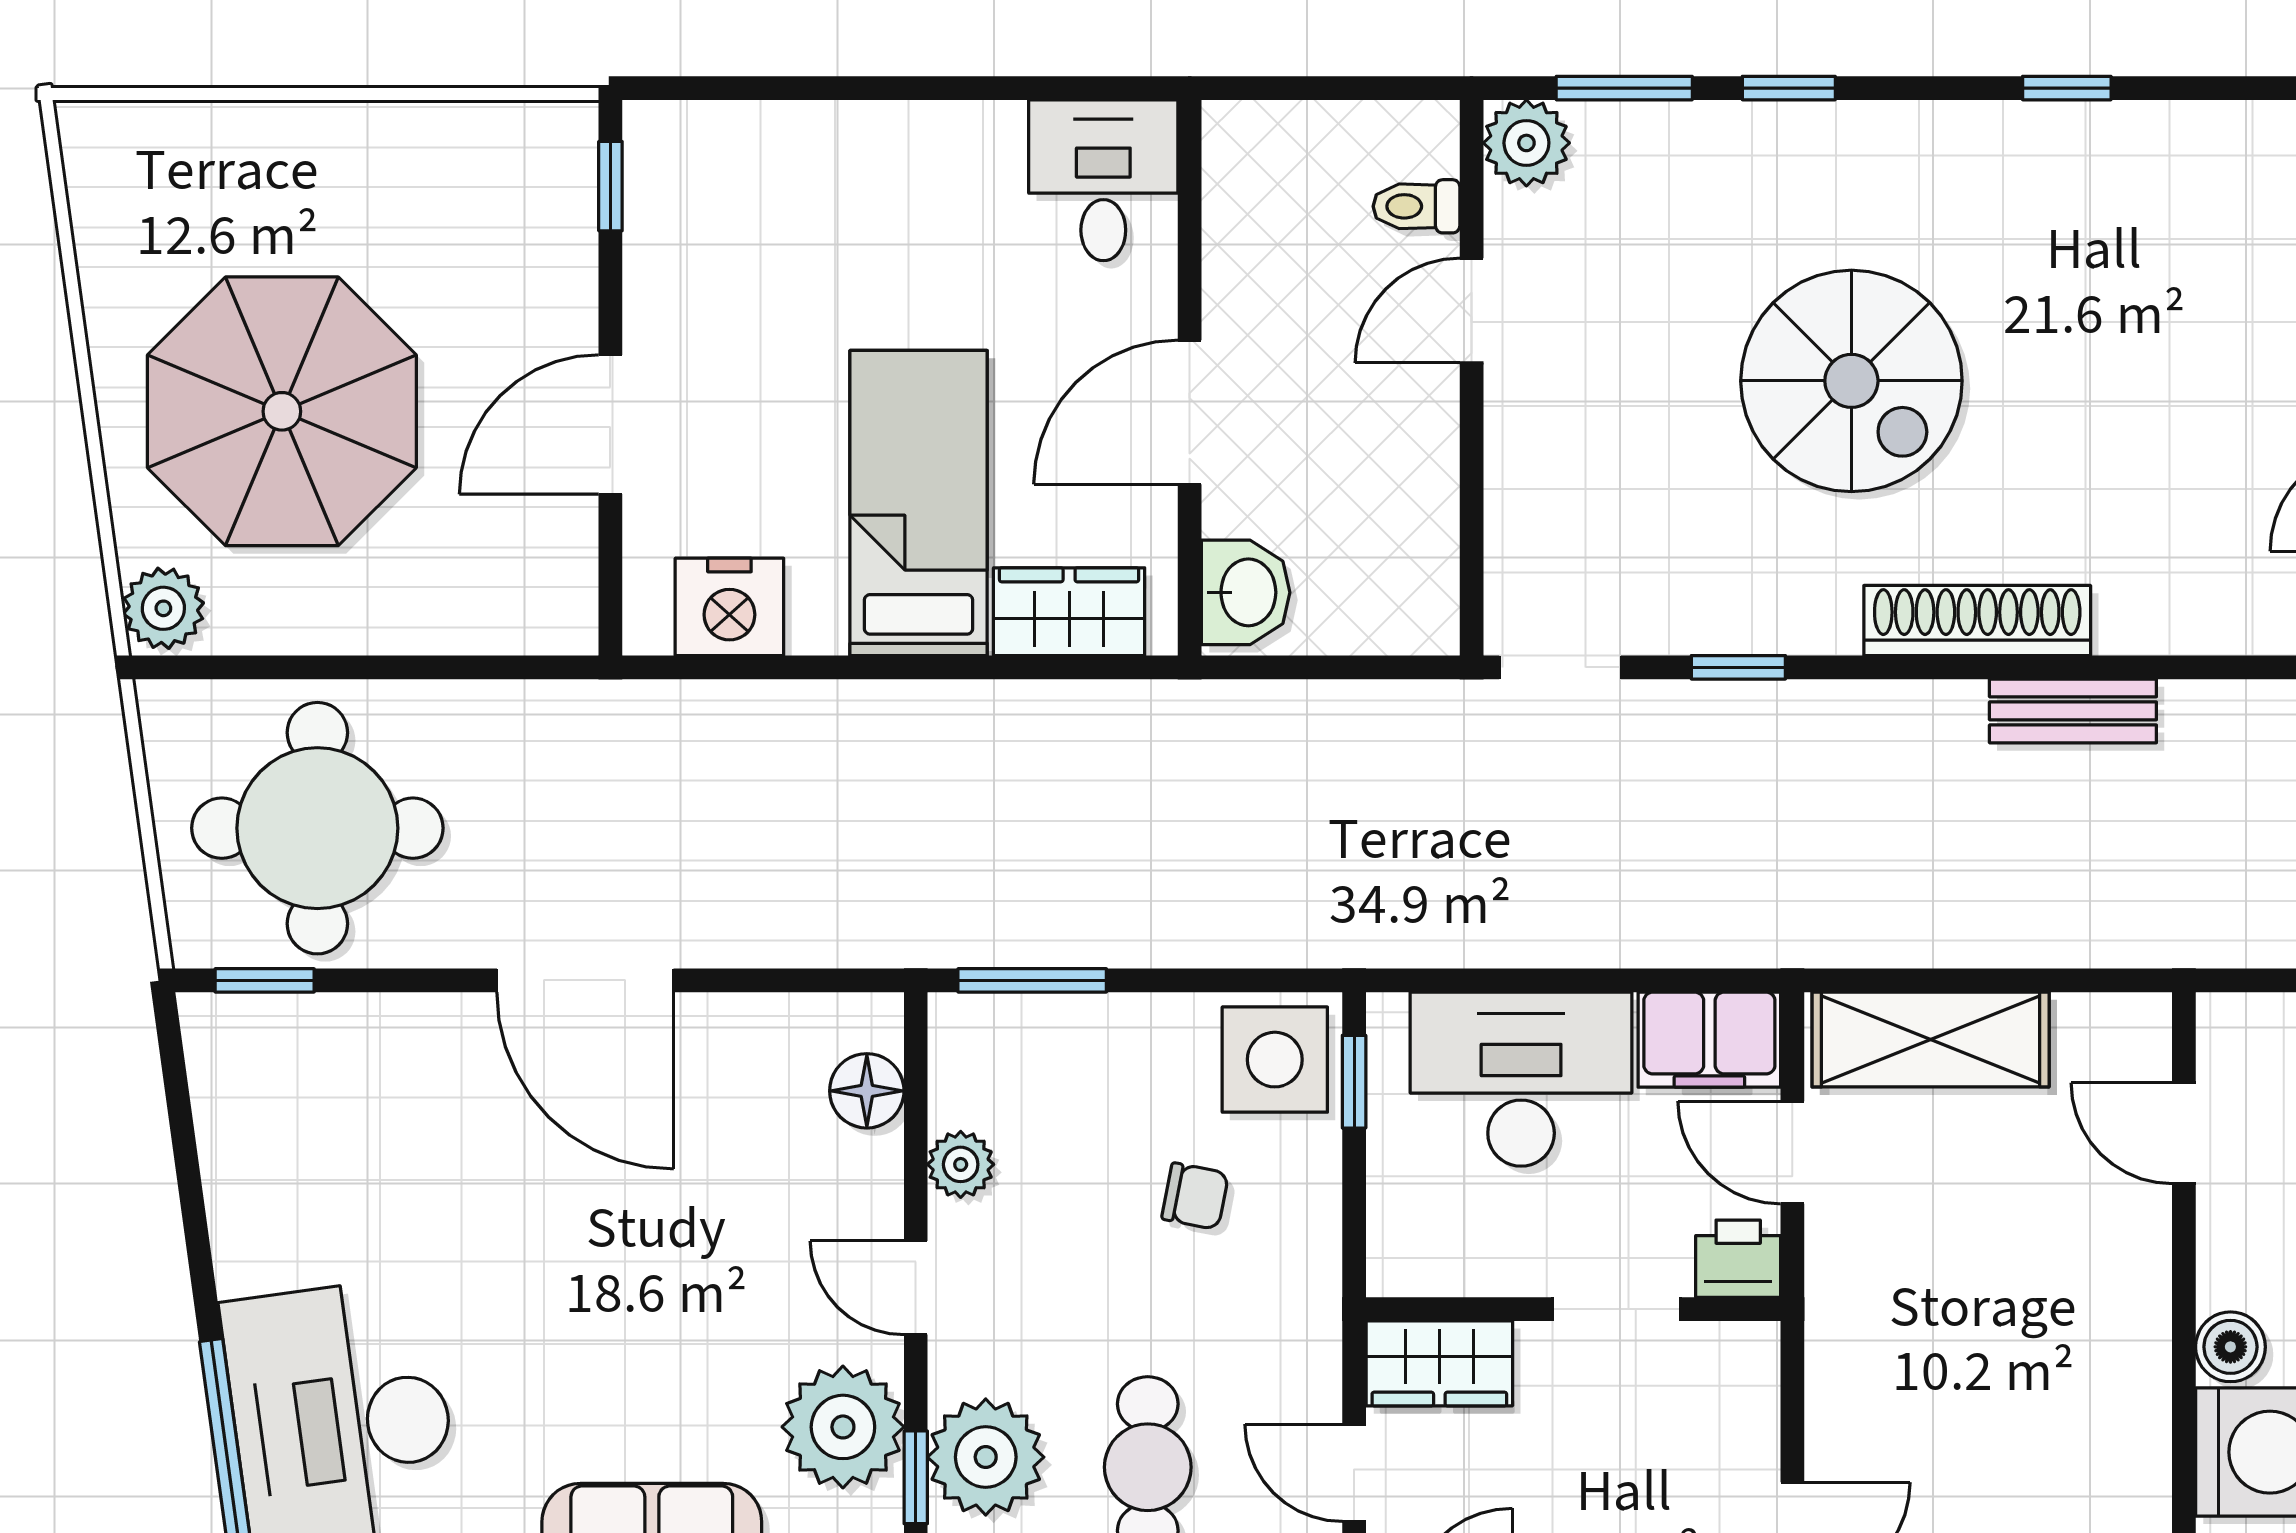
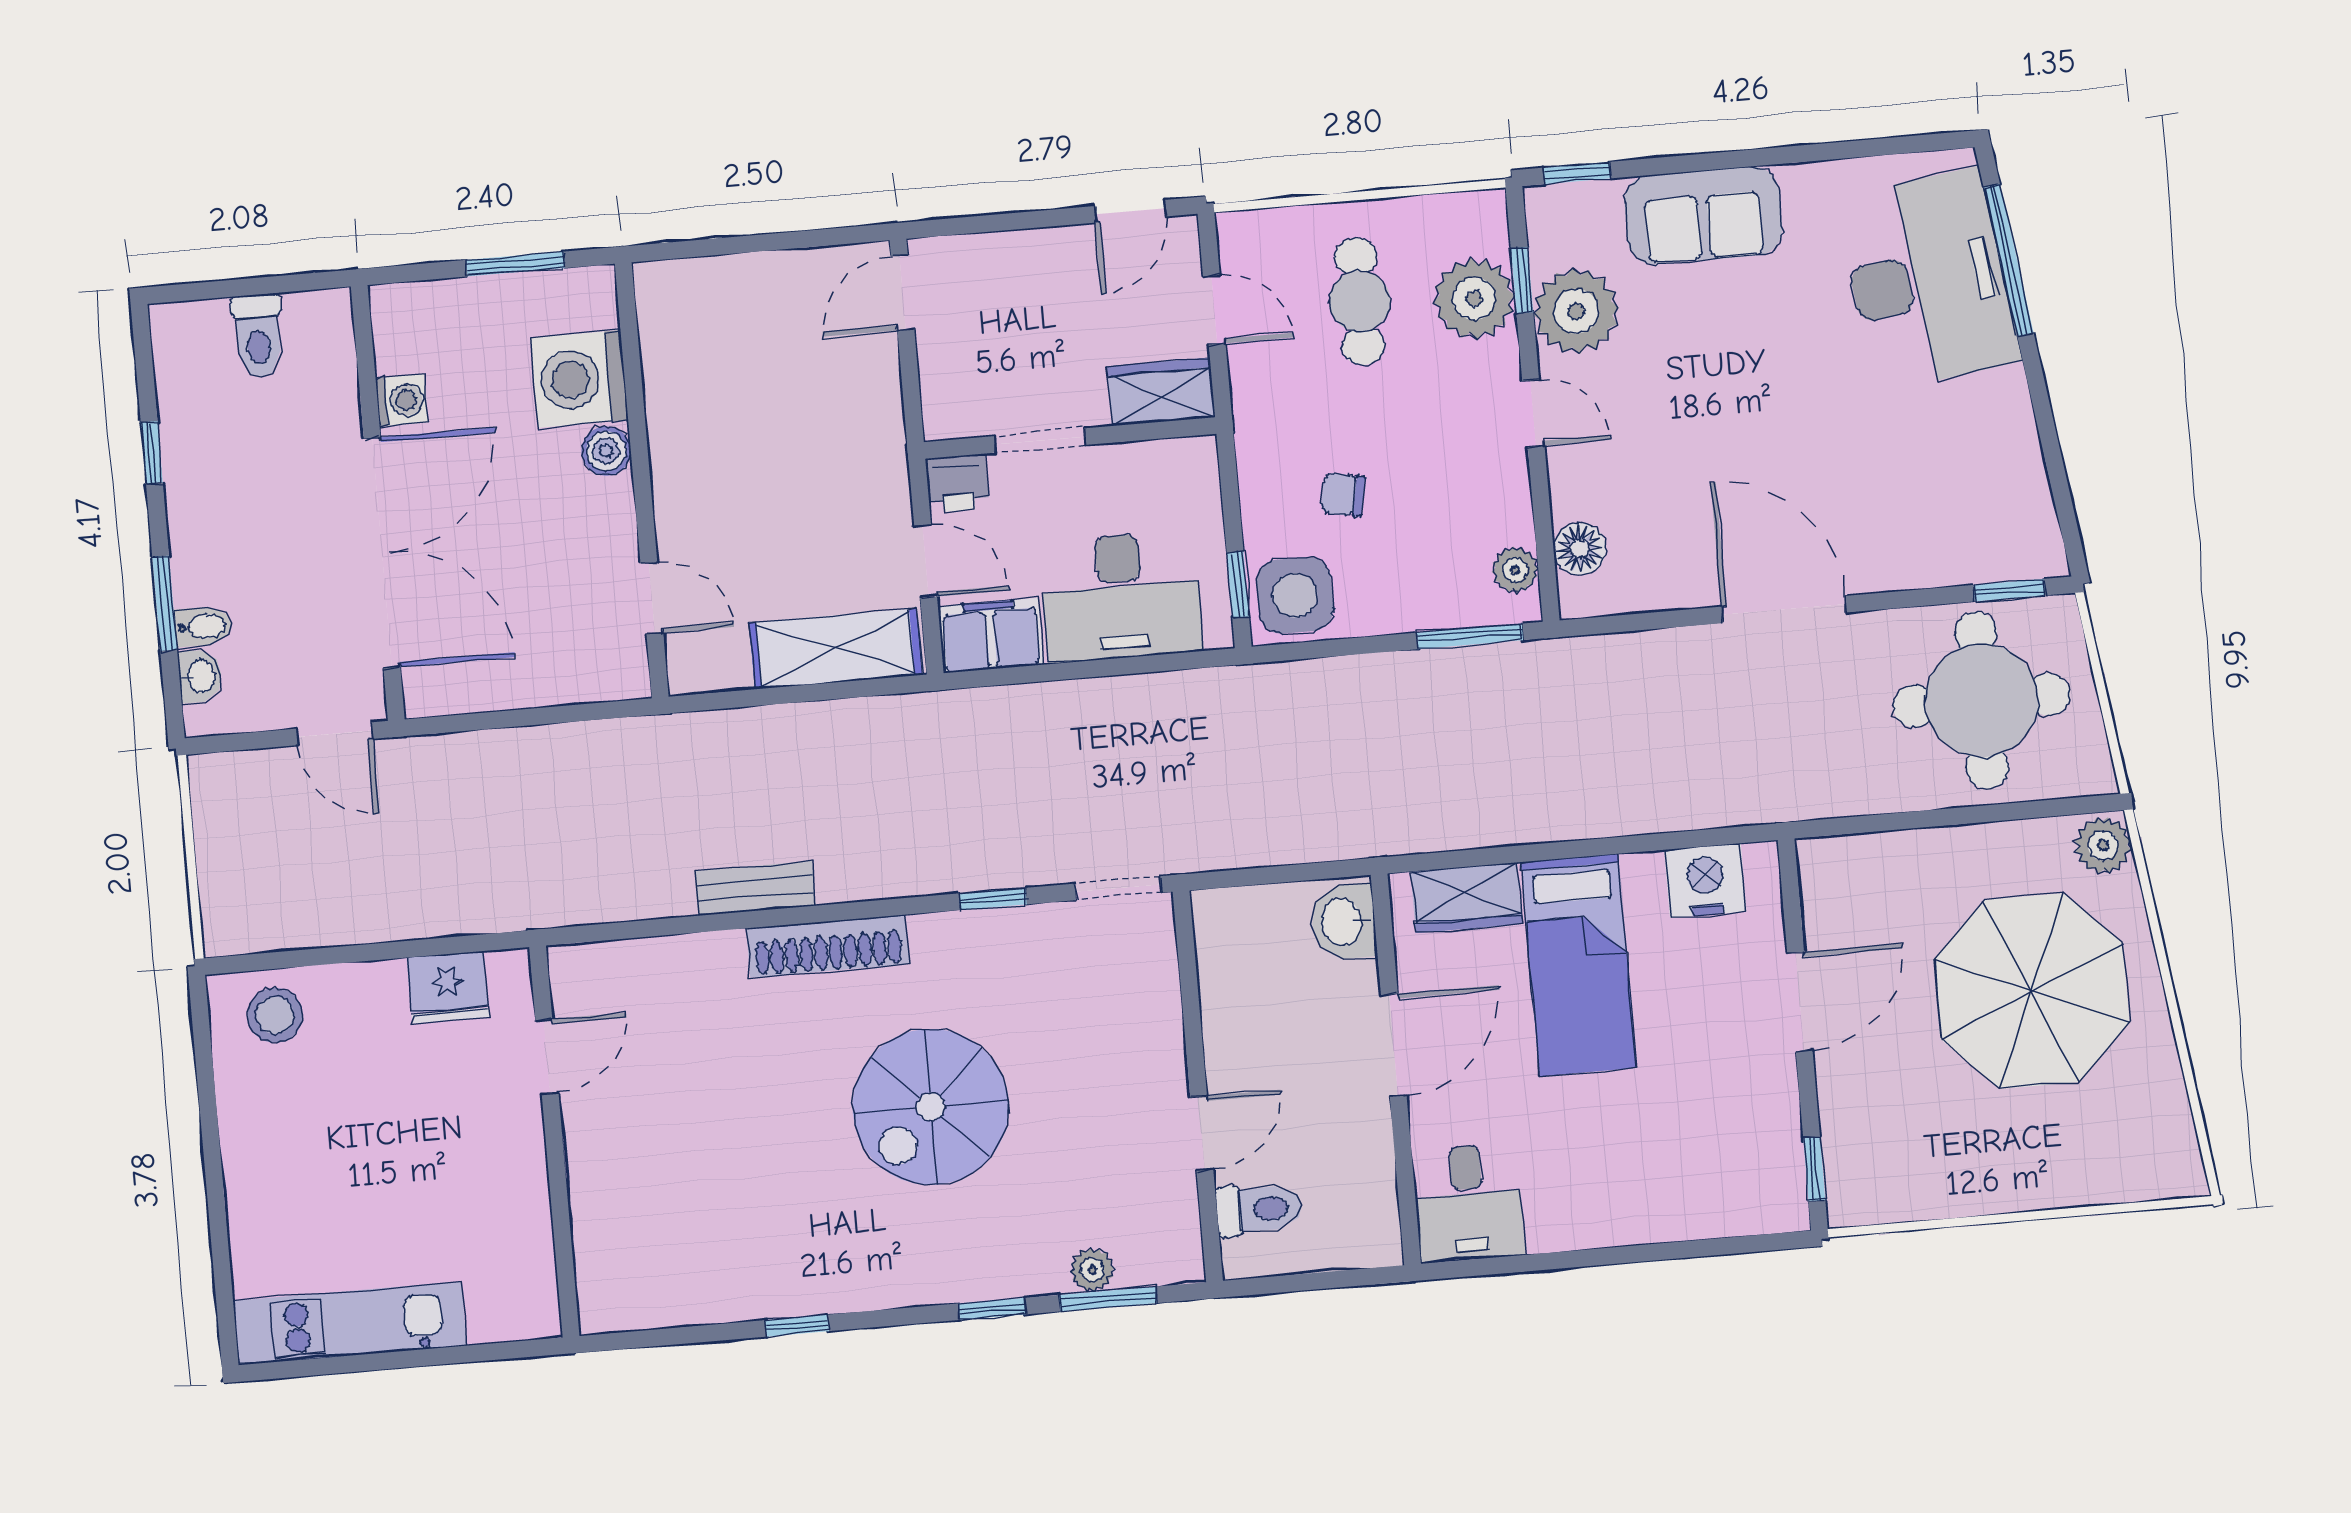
plant: (1526, 143) -> (1092, 1270), moved, width x0.73, depth x0.73
toilet: (1416, 206) -> (1259, 1209), width x1.37, depth x1.39
spiral stairs: (1851, 381) -> (931, 1107), turned -90
plant: (961, 1164) -> (1515, 570), moved

